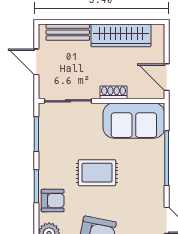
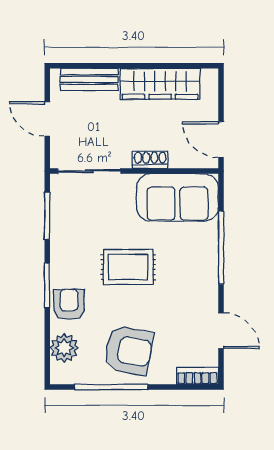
armchair: (53, 201) -> (69, 304), turned -90

